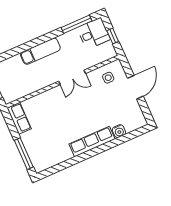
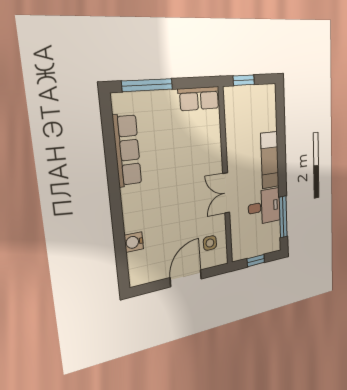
desk: (94, 34) -> (264, 207), moved, turned -90
door: (135, 87) -> (186, 278), swing flipped
row of seats: (92, 142) -> (127, 150), moved

